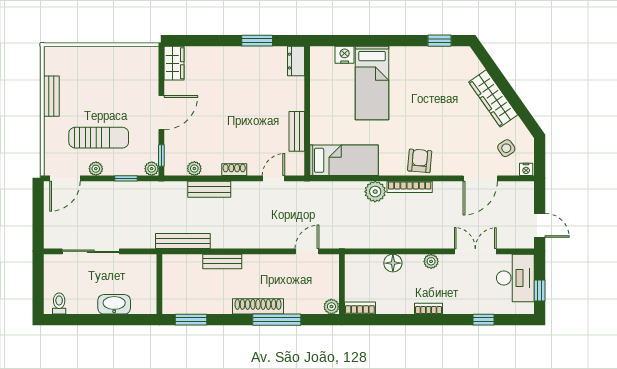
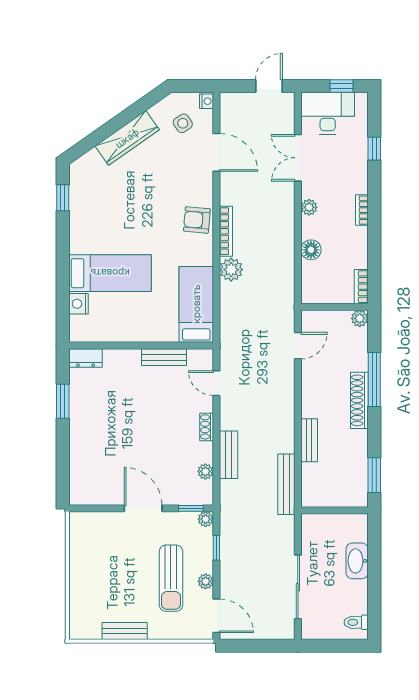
wardrobe: (174, 63) -> (88, 494), removed
sun lounger: (99, 138) -> (171, 578), turned 180
door: (307, 251) -> (298, 346), swing flipped

